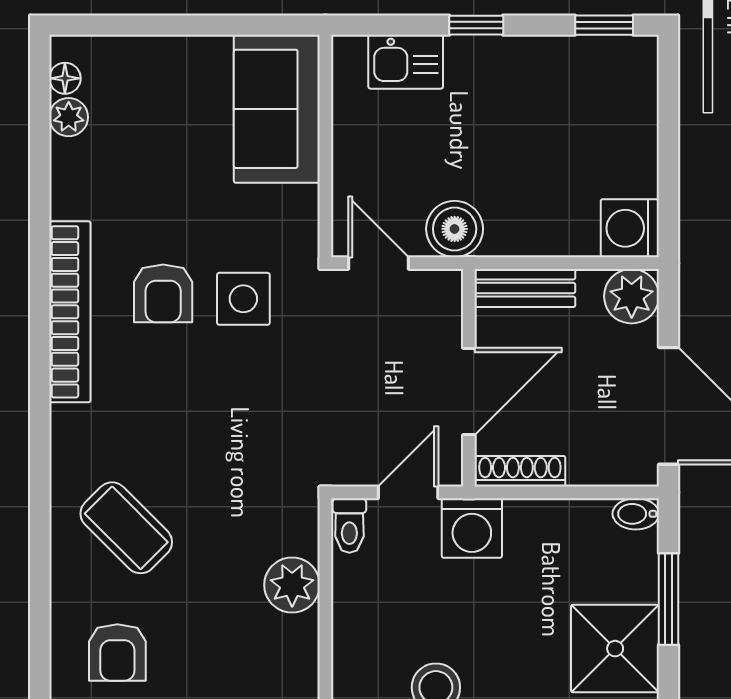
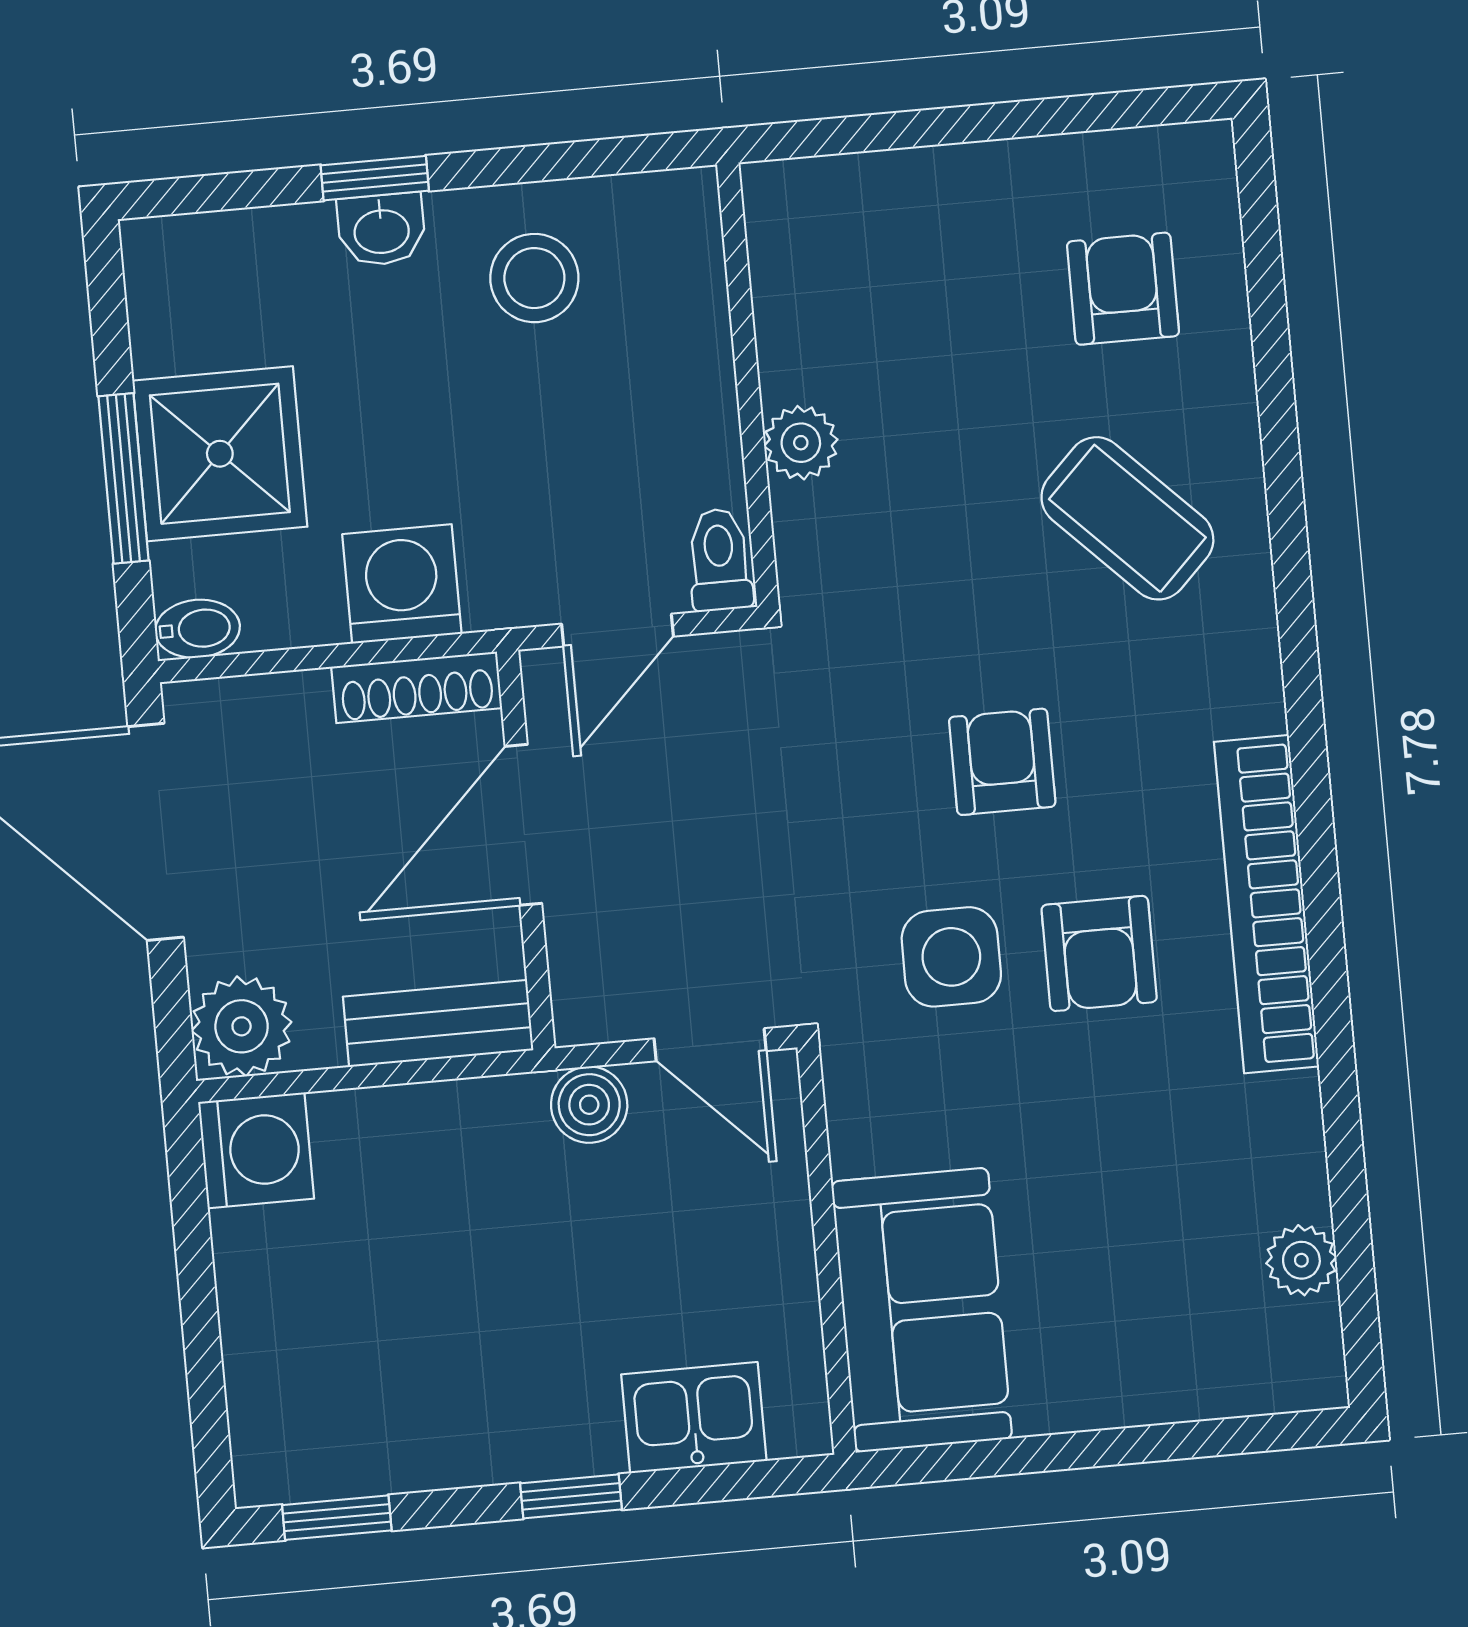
floor lamp: (65, 78) -> (1314, 1331), removed
boiler: (455, 229) -> (589, 1105), width x0.73, depth x0.73
armchair: (163, 293) -> (1099, 953), turned 180
armchair: (206, 402) -> (1002, 762), added
washing machine: (472, 528) -> (402, 584), moved
plant: (292, 585) -> (801, 443), width x0.73, depth x0.73
shower: (615, 649) -> (220, 454), moved

